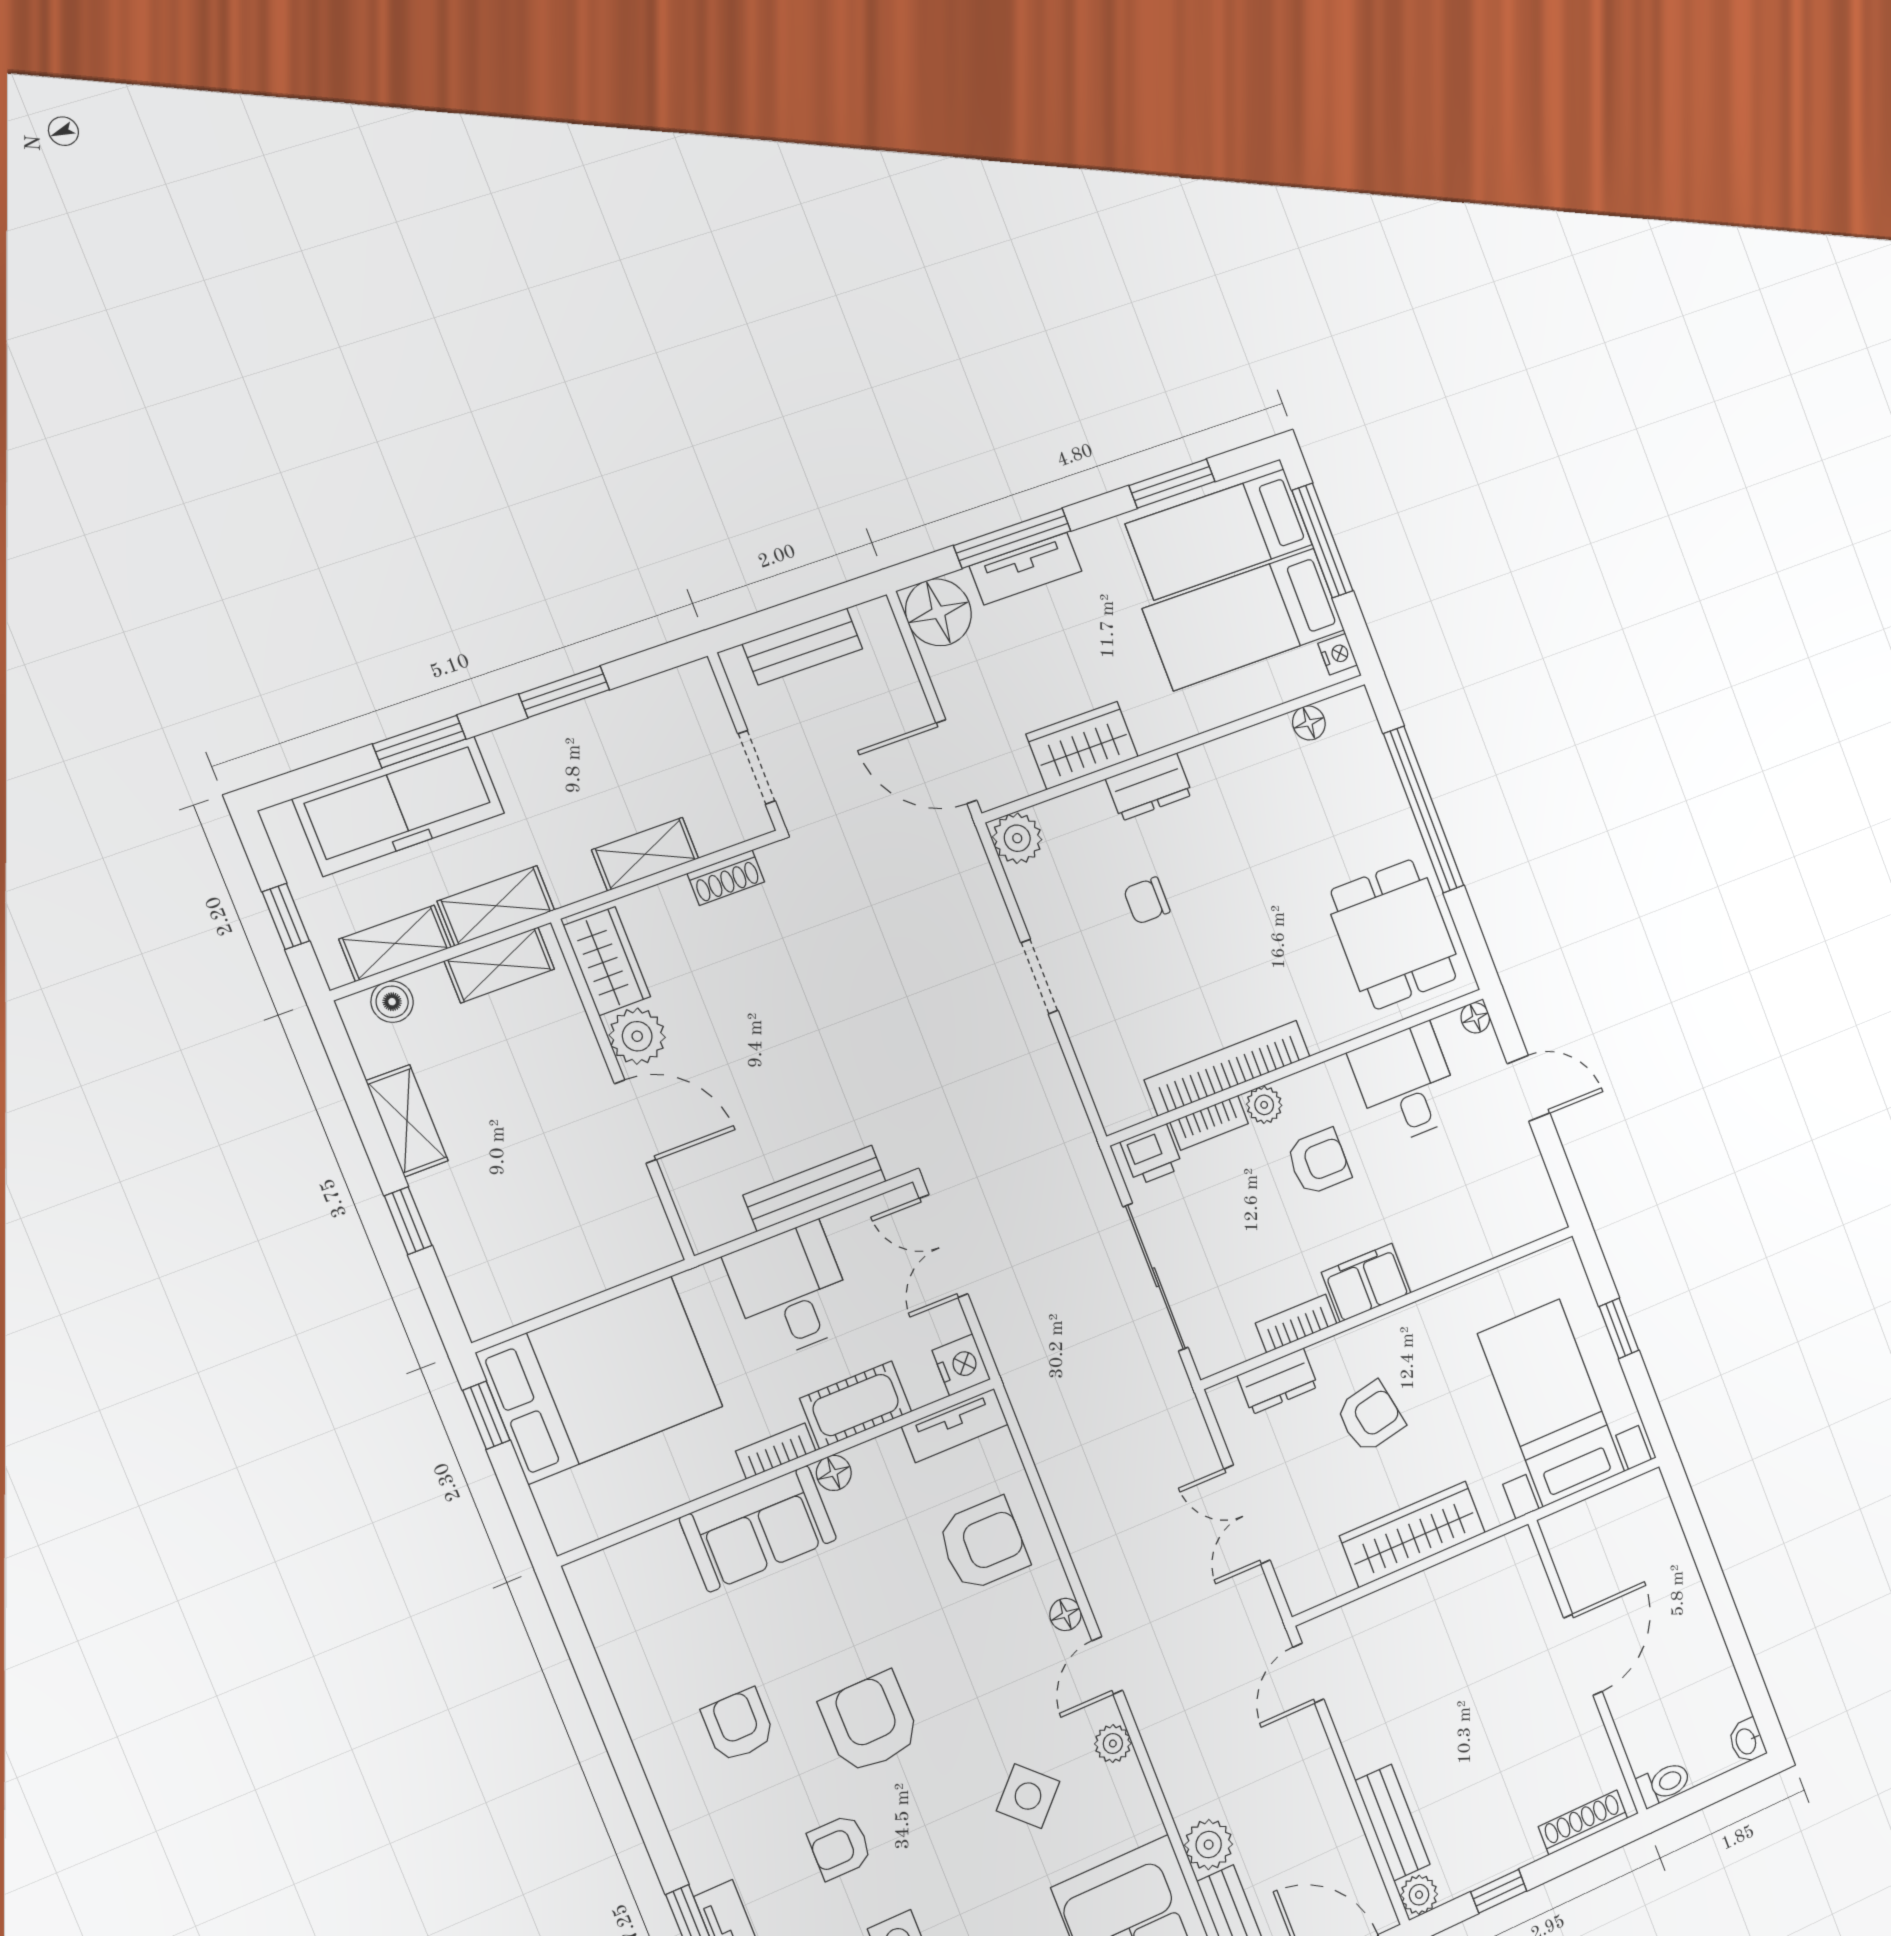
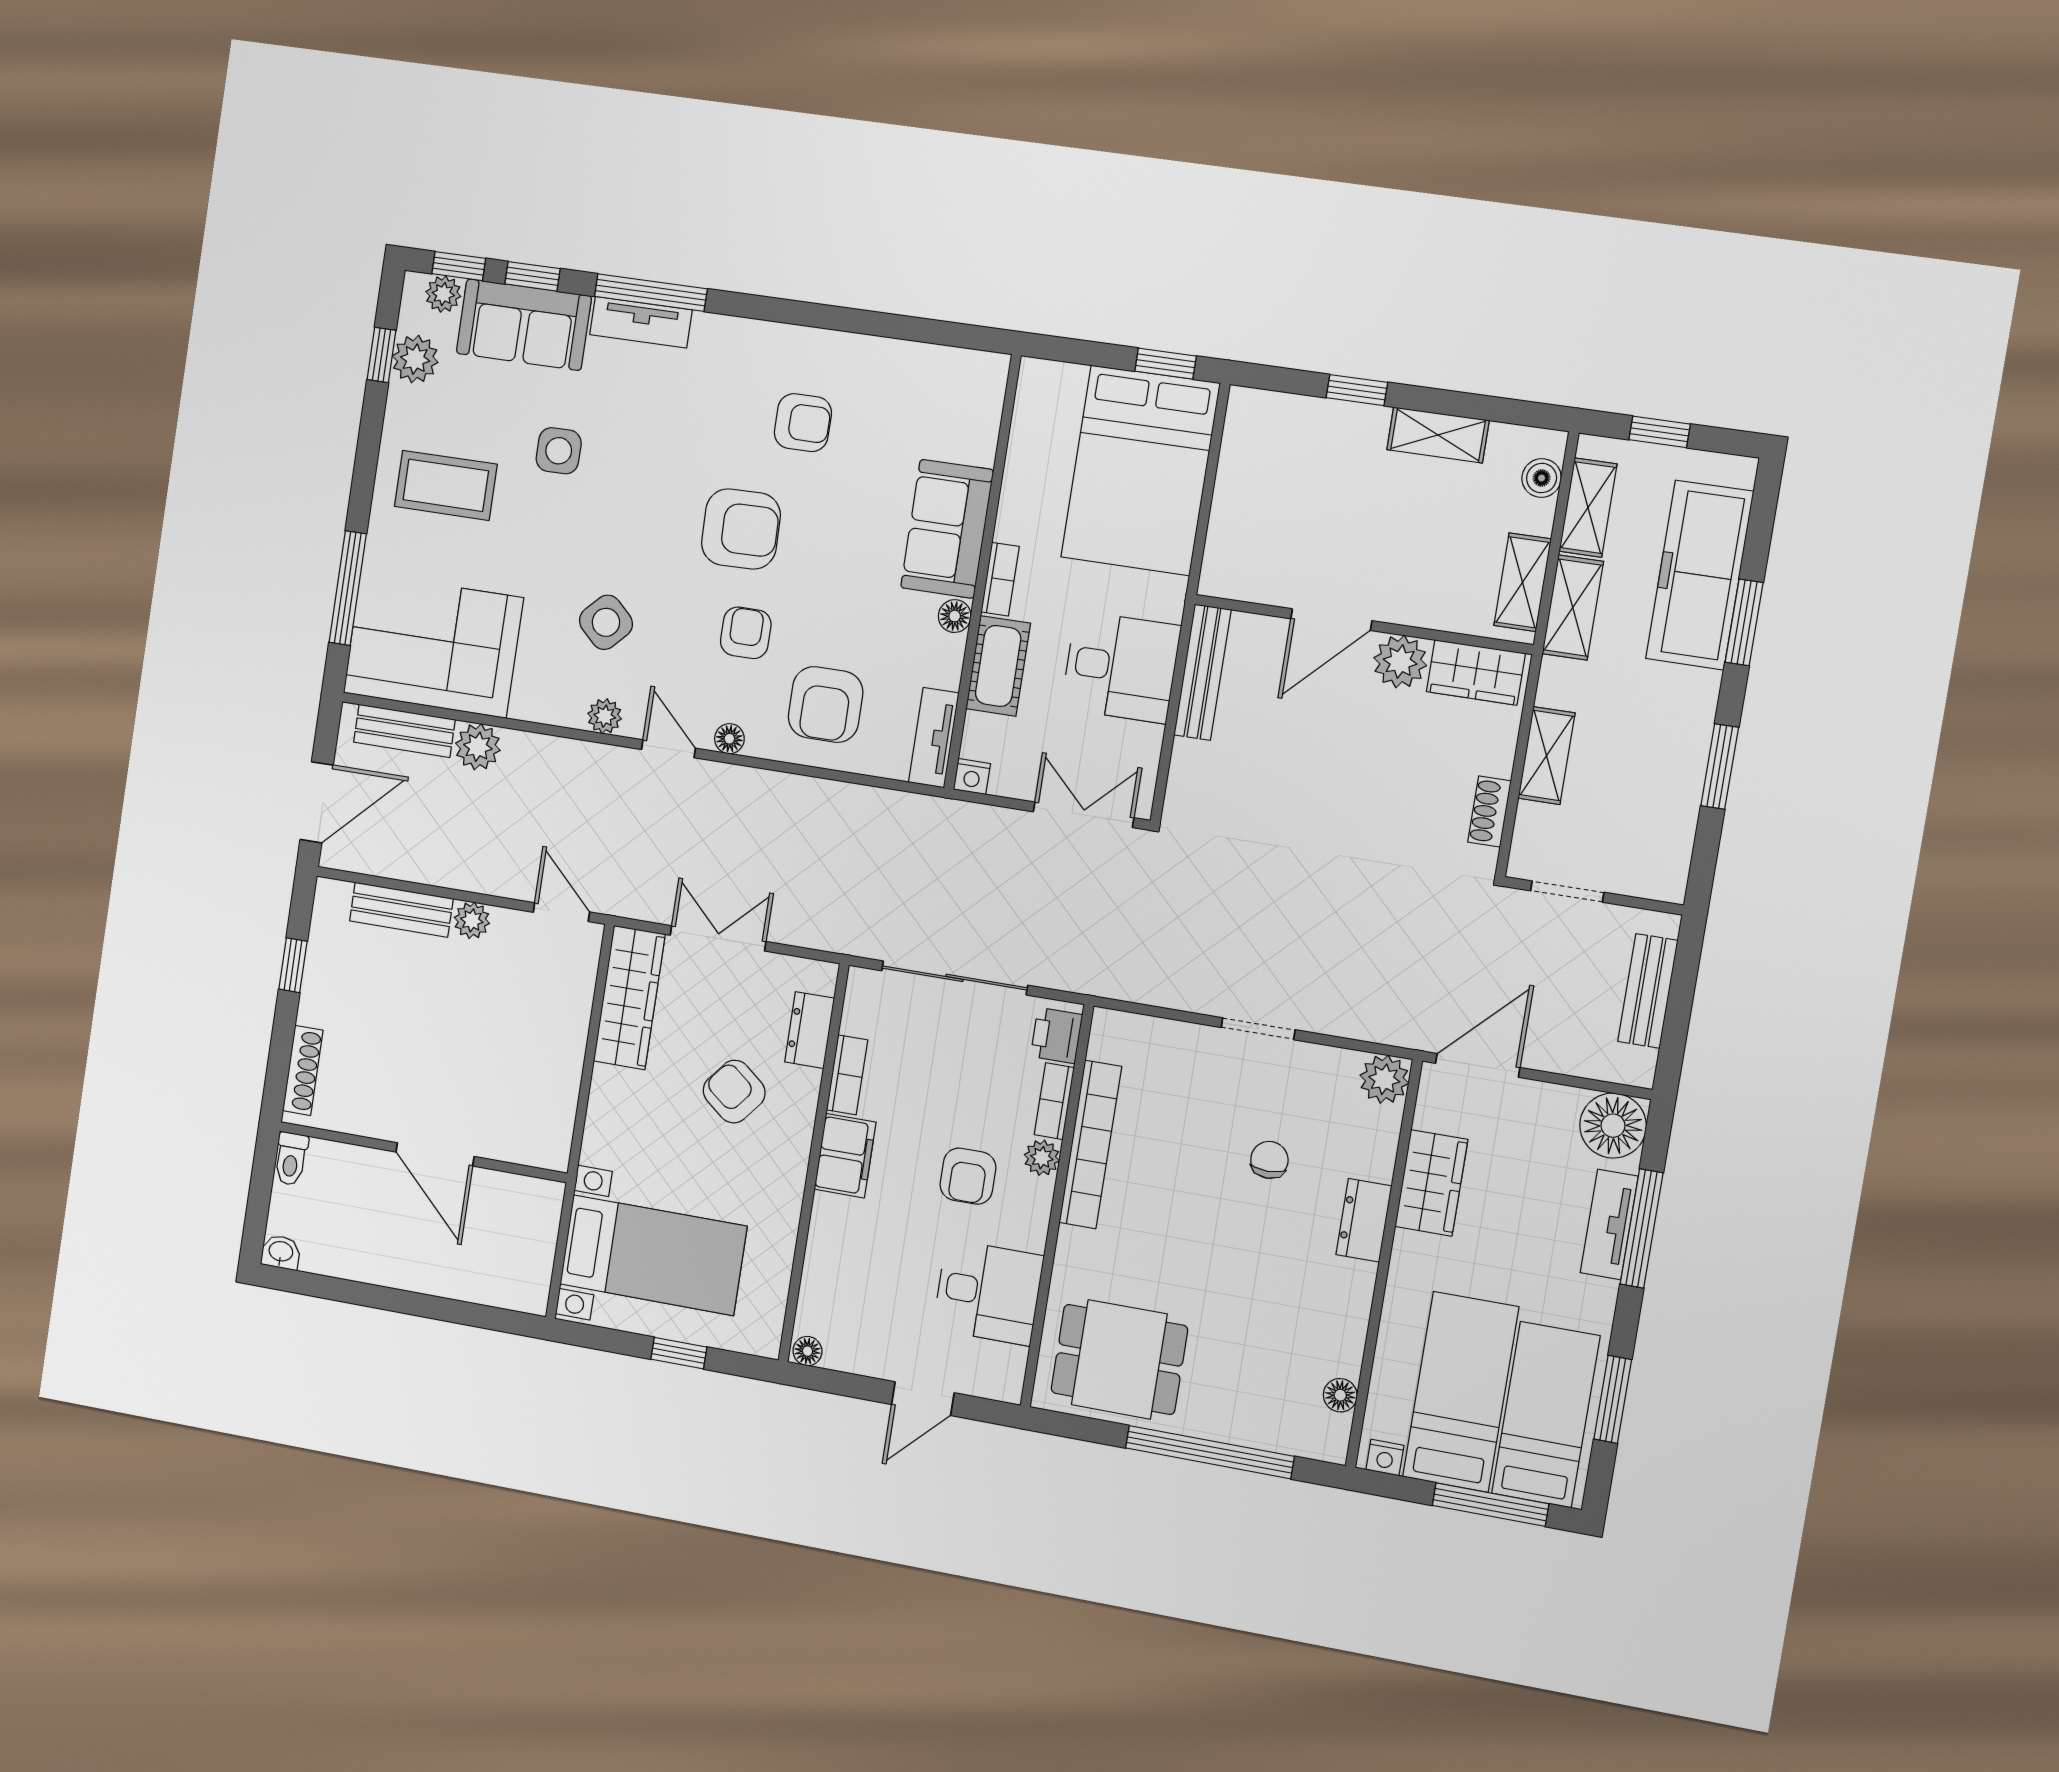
floor lamp: (1475, 1018) -> (807, 1351), moved
bench: (815, 1188) -> (1202, 672), moved
nightstand: (961, 1365) -> (972, 777), width x0.72, depth x0.74
armchair: (1370, 1417) -> (734, 1092), turned 140
wardrobe: (1412, 1534) -> (629, 998), moved
armchair: (840, 1847) -> (746, 633), moved
plant: (1419, 1895) -> (472, 920), moved

